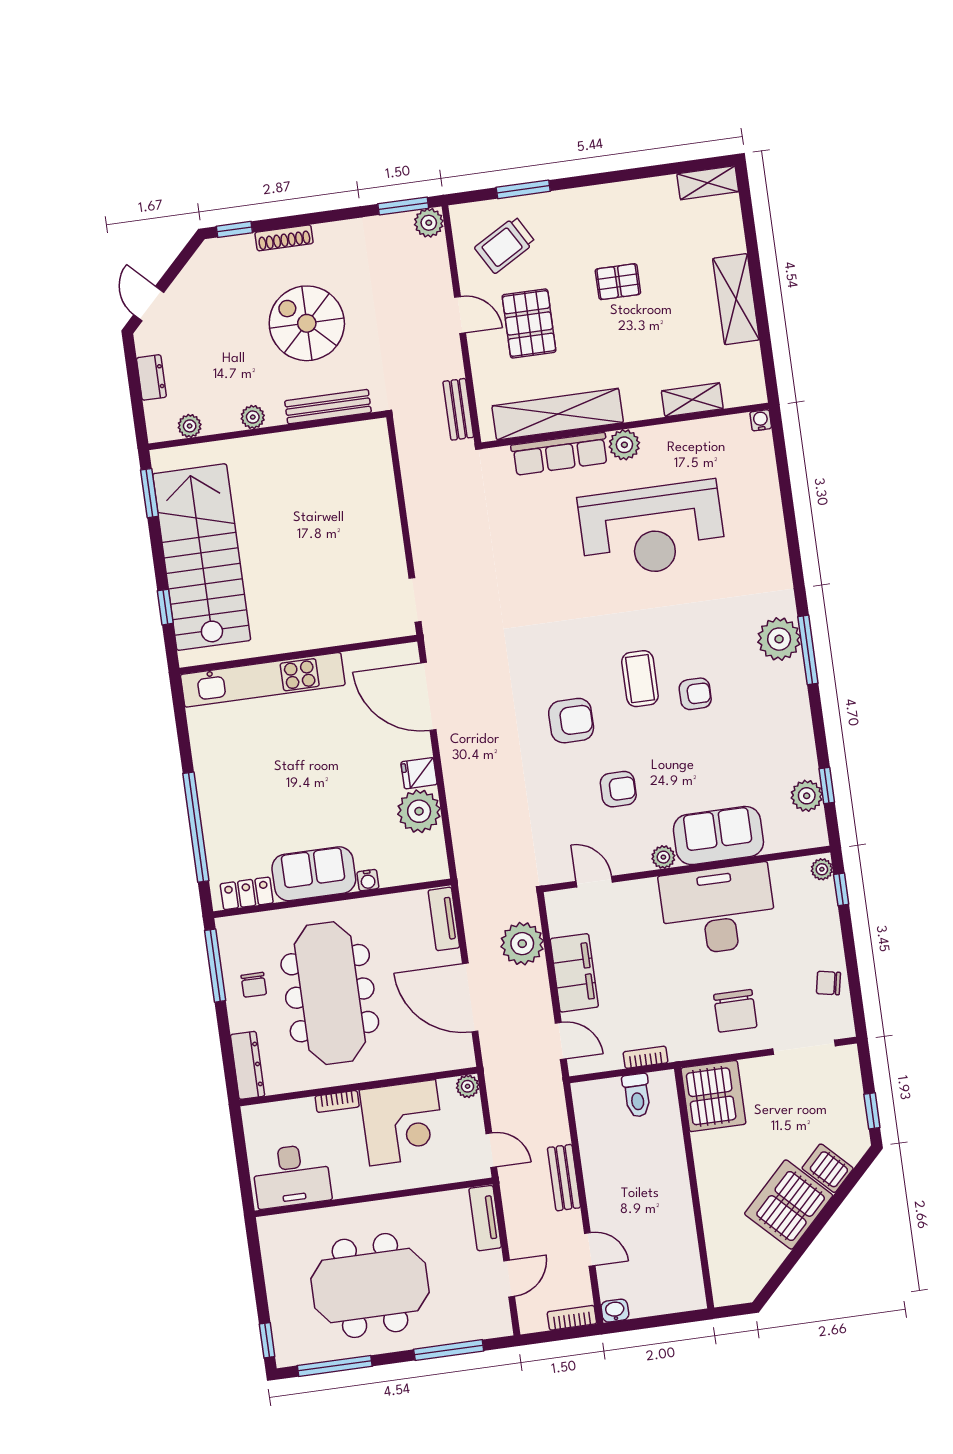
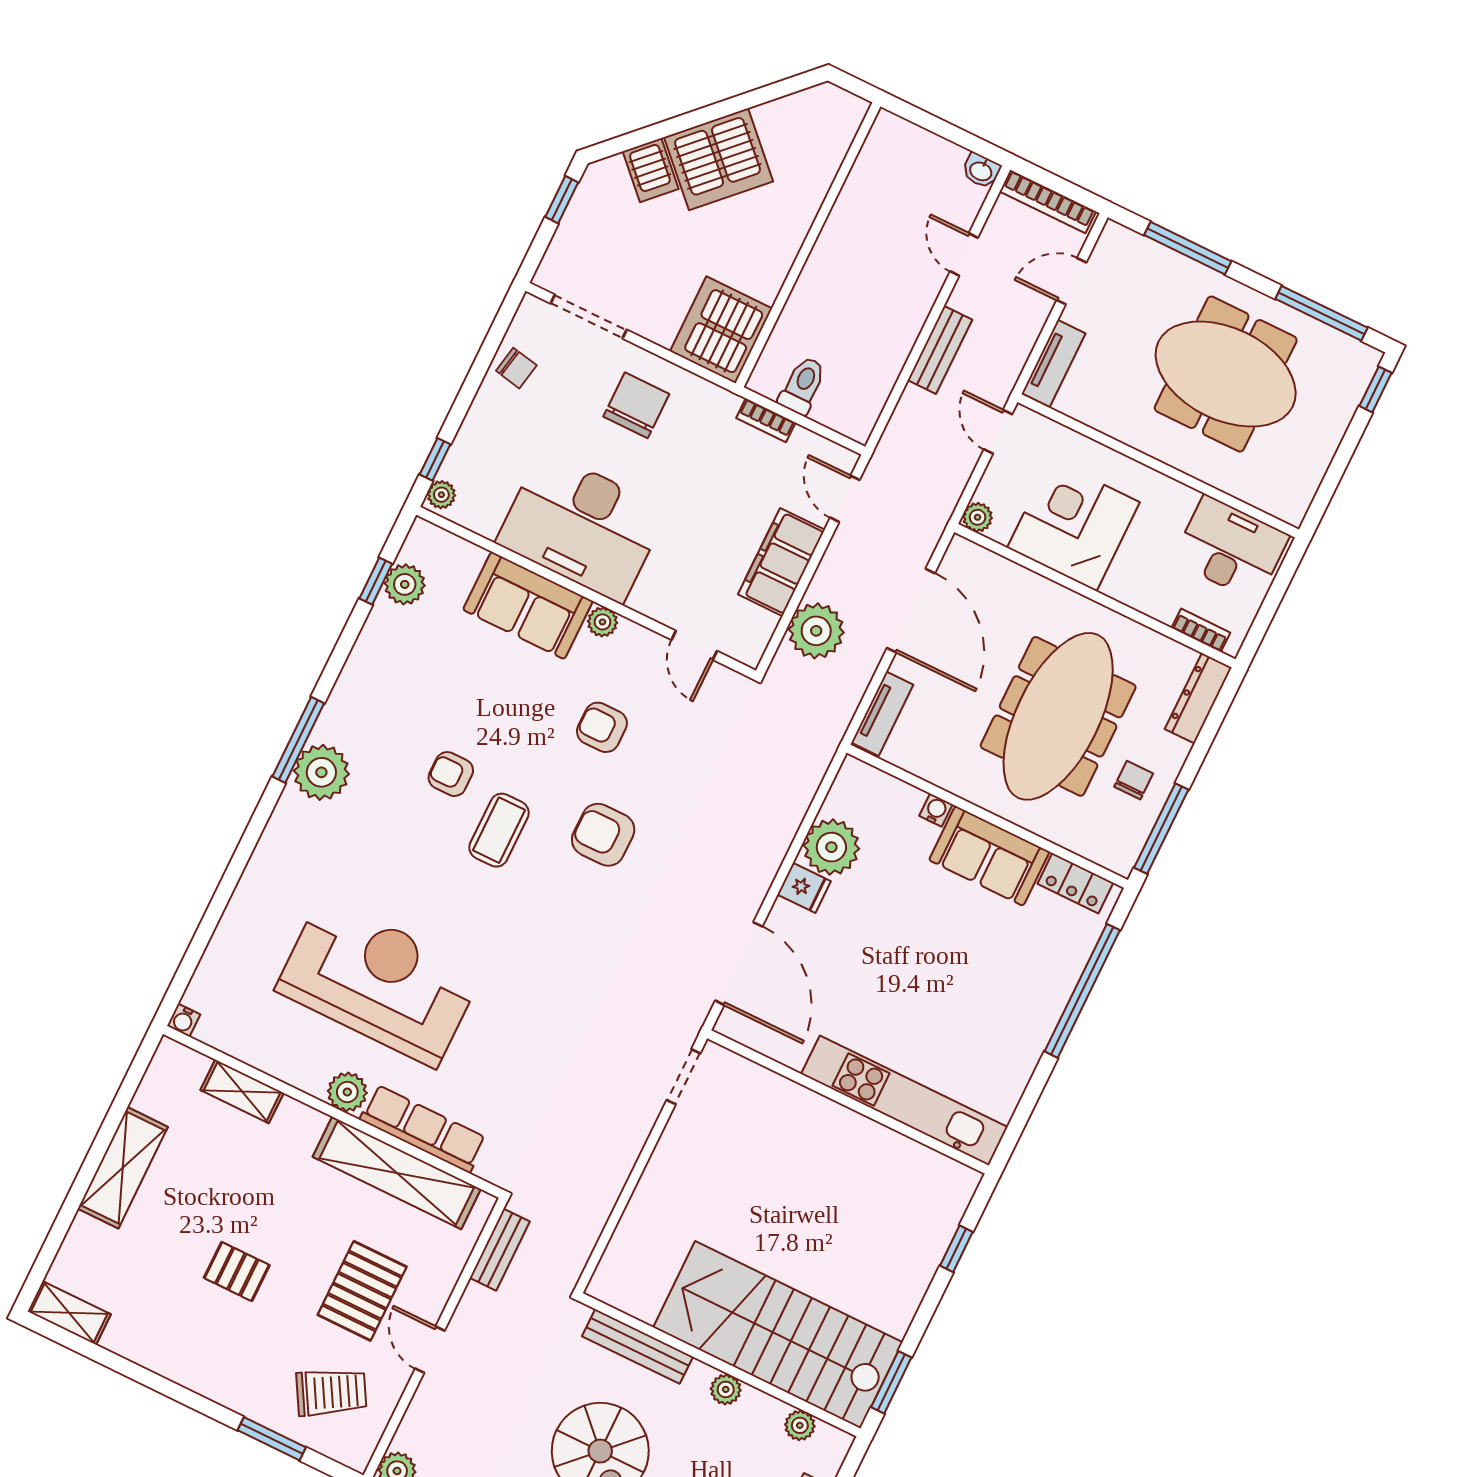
stairs: (202, 557) -> (778, 1335), moved, turned 90
bookcase: (337, 1101) -> (1201, 630), moved
bookcase: (572, 1318) -> (1048, 201), width x1.56

